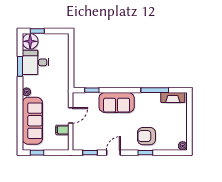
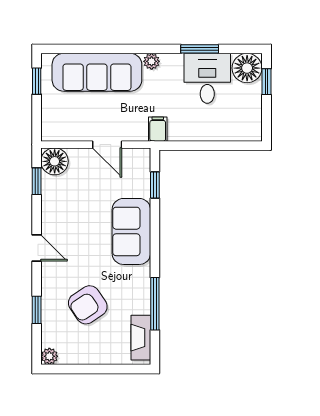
filing cabinet: (62, 130) -> (158, 129), moved
armchair: (146, 136) -> (88, 305), moved, turned -124
floor lamp: (79, 143) -> (55, 161), added
door: (113, 153) -> (37, 248), moved
window: (145, 153) -> (37, 310), moved

